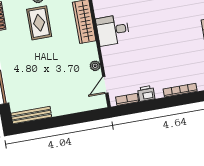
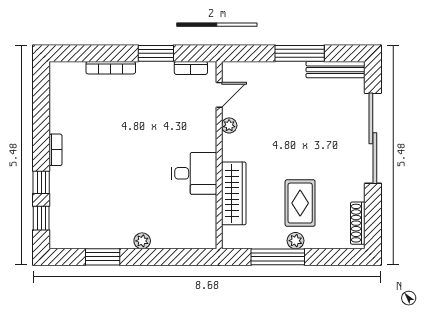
printer: (146, 93) -> (161, 72), removed
window: (152, 105) -> (156, 53), added
window: (57, 122) -> (300, 53), added

